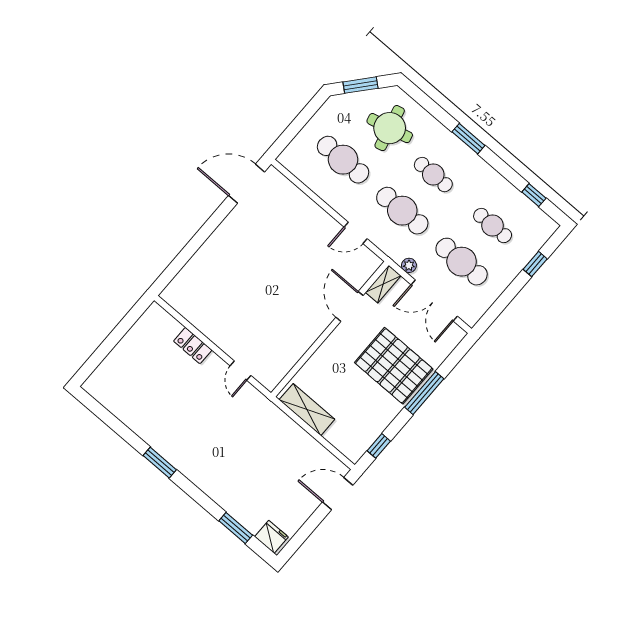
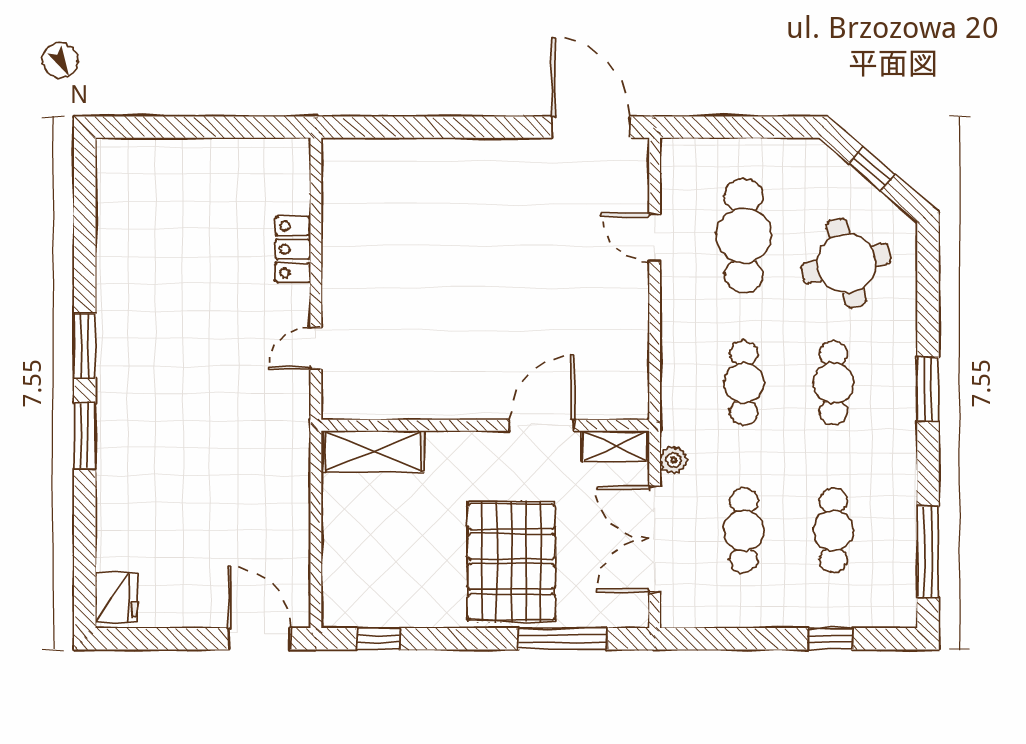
window: (361, 85) -> (872, 169), width x0.67
window: (534, 195) -> (928, 552), width x2.17
cafe table: (402, 211) -> (744, 383), width x0.73, depth x0.74
door: (356, 233) -> (655, 238), moved
cafe table: (462, 262) -> (744, 530), width x0.73, depth x0.74
window: (424, 393) -> (563, 639), moved
shelving: (307, 410) -> (373, 451), moved, turned 90
window: (236, 528) -> (85, 435), moved

